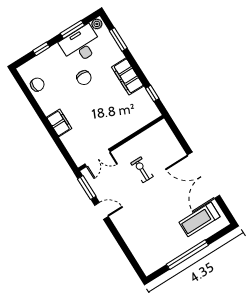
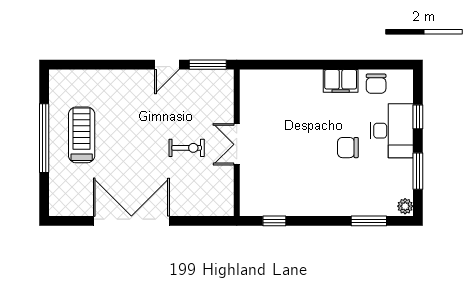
desk: (81, 45) -> (392, 131), moved
filing cabinet: (128, 76) -> (315, 203), removed
filing cabinet: (59, 123) -> (341, 81), moved
double door: (97, 158) -> (237, 144), moved
treadmill: (199, 219) -> (82, 135), moved

